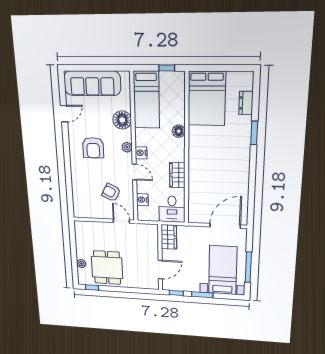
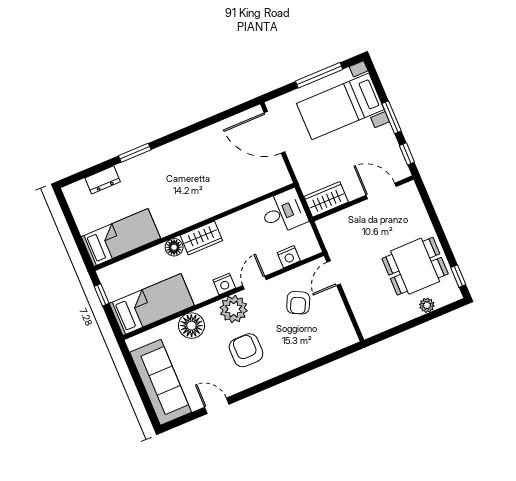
bed: (207, 98) -> (121, 238), width x0.67
plant: (127, 147) -> (234, 309), width x1.88, depth x1.88
armchair: (93, 148) -> (246, 350), turned -90
wardrobe: (177, 175) -> (201, 238), moved

